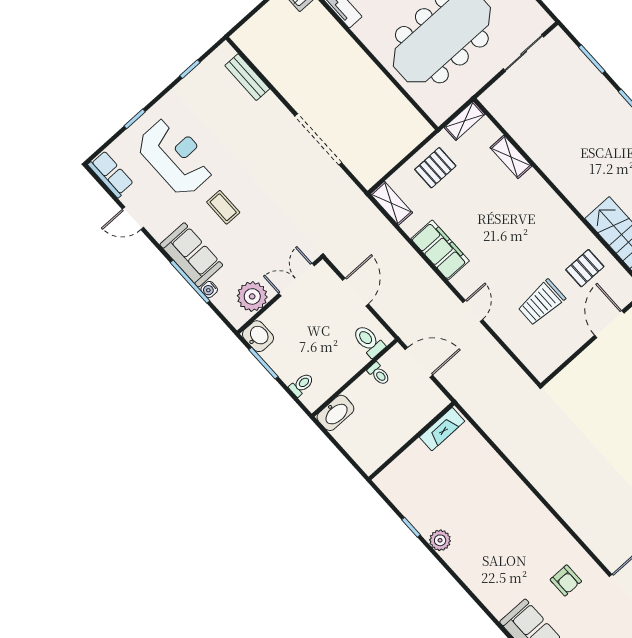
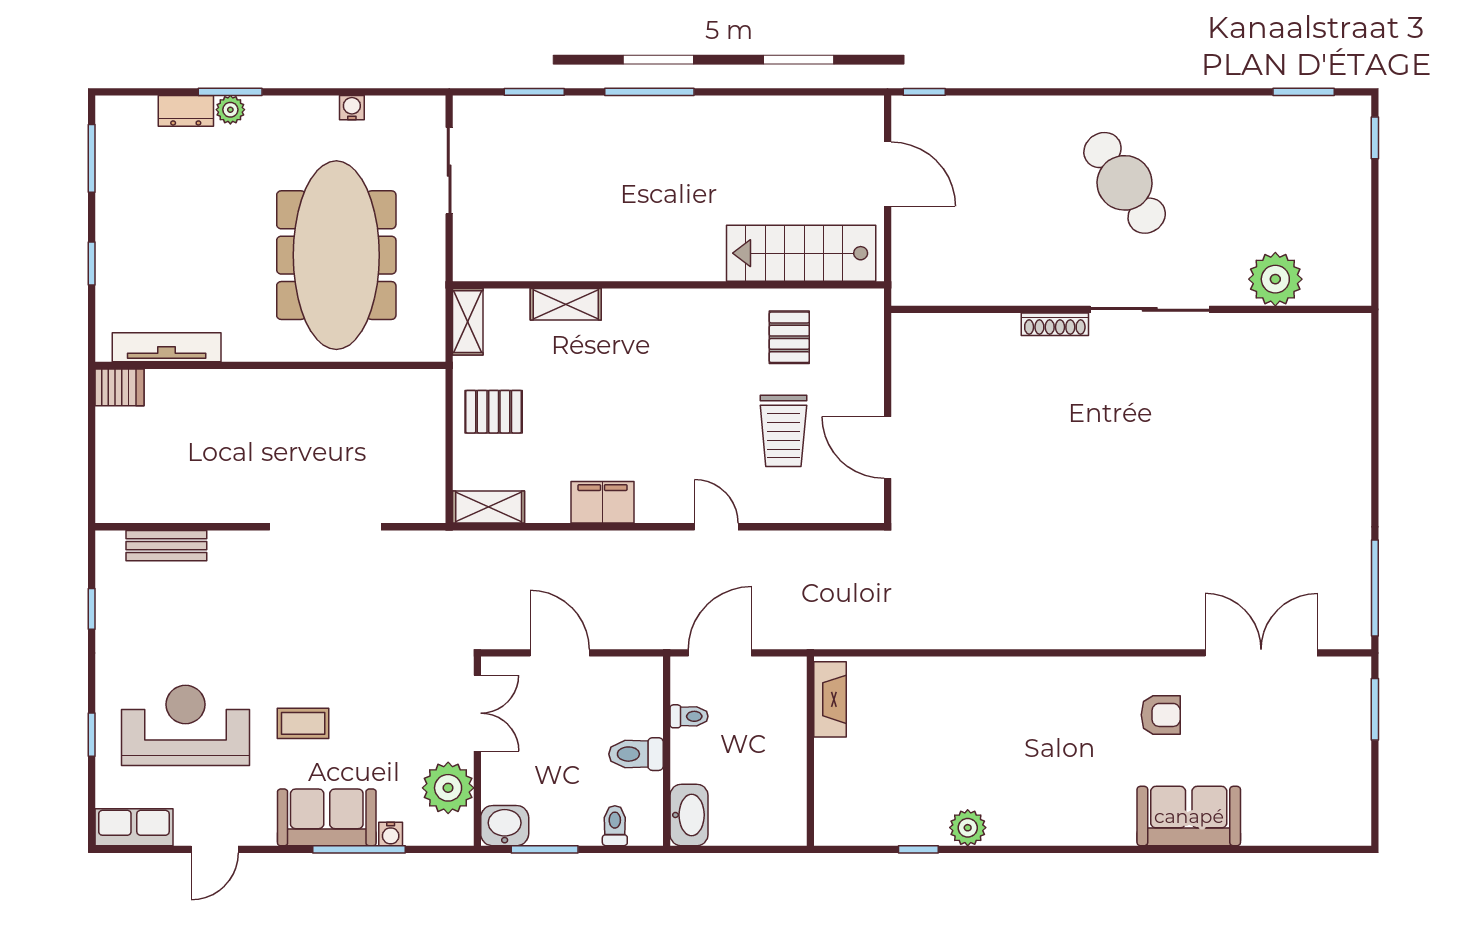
pallet: (435, 168) -> (494, 412), turned 90
filing cabinet: (440, 250) -> (603, 502), width x0.67, depth x0.86
double door: (297, 280) -> (477, 713), swing flipped
door: (609, 324) -> (888, 448), moved
toilet: (369, 341) -> (636, 754), moved

